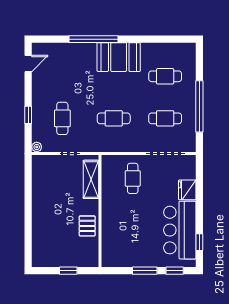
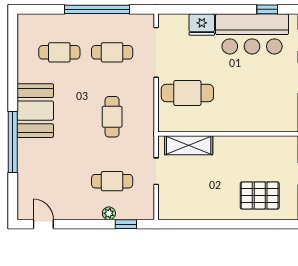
cafe table: (165, 76) -> (59, 52), turned 90
window: (28, 115) -> (126, 224), moved
cafe table: (165, 118) -> (112, 52), turned 90
plant: (37, 147) -> (109, 213), moved
cafe table: (133, 178) -> (187, 93), width x1.37, depth x1.35
pallet: (87, 226) -> (260, 195), moved, width x1.50, depth x1.42

